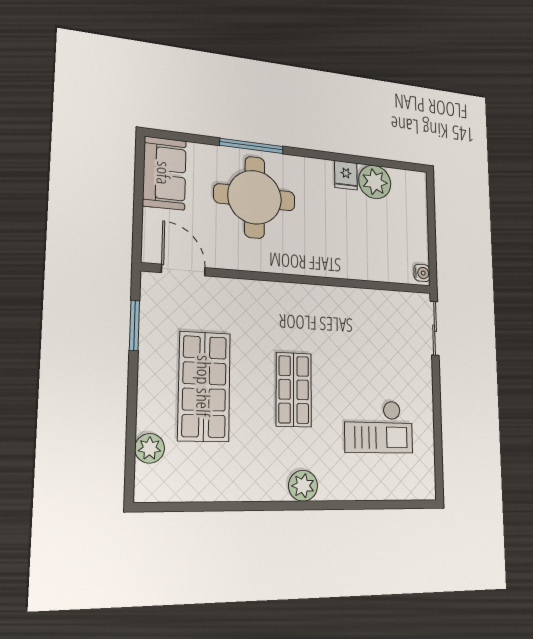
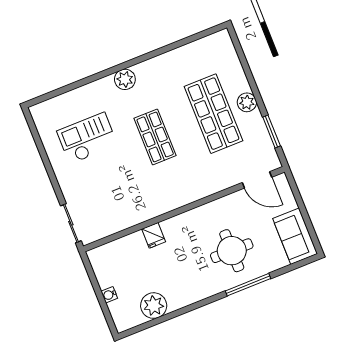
fridge: (346, 175) -> (154, 235), moved, turned 180
round table: (255, 197) -> (232, 251), width x0.73, depth x0.73
water cooler: (422, 273) -> (109, 295), moved
plant: (150, 448) -> (247, 102), moved

